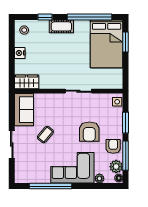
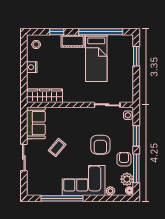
bed: (107, 44) -> (96, 58), moved, width x0.67
wardrobe: (27, 82) -> (45, 96), width x1.50
sliding door: (78, 91) -> (107, 105), moved

